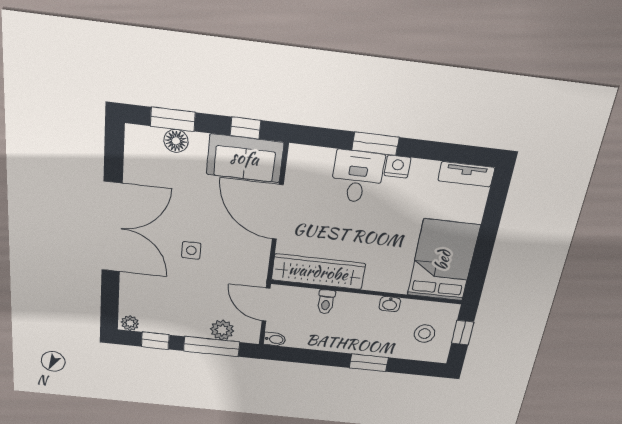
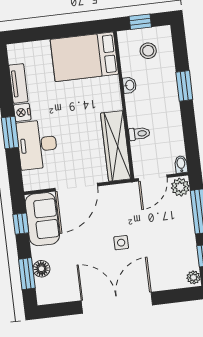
tv unit: (466, 174) -> (18, 83), moved
desk: (357, 177) -> (37, 145), width x1.37
plant: (222, 330) -> (180, 187), moved

